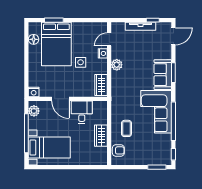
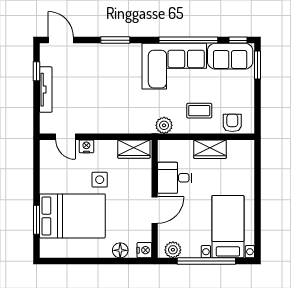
floor lamp: (34, 39) -> (120, 250), moved
plant: (117, 65) -> (164, 125), moved
sofa: (163, 75) -> (230, 56), moved

